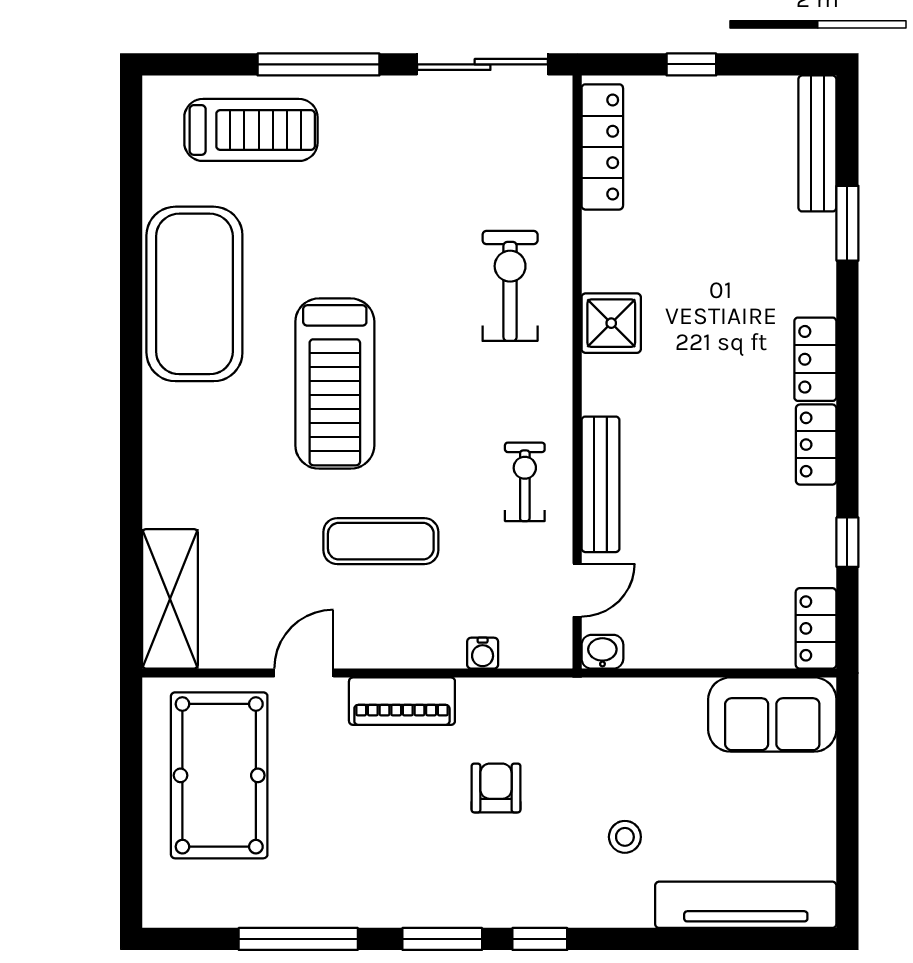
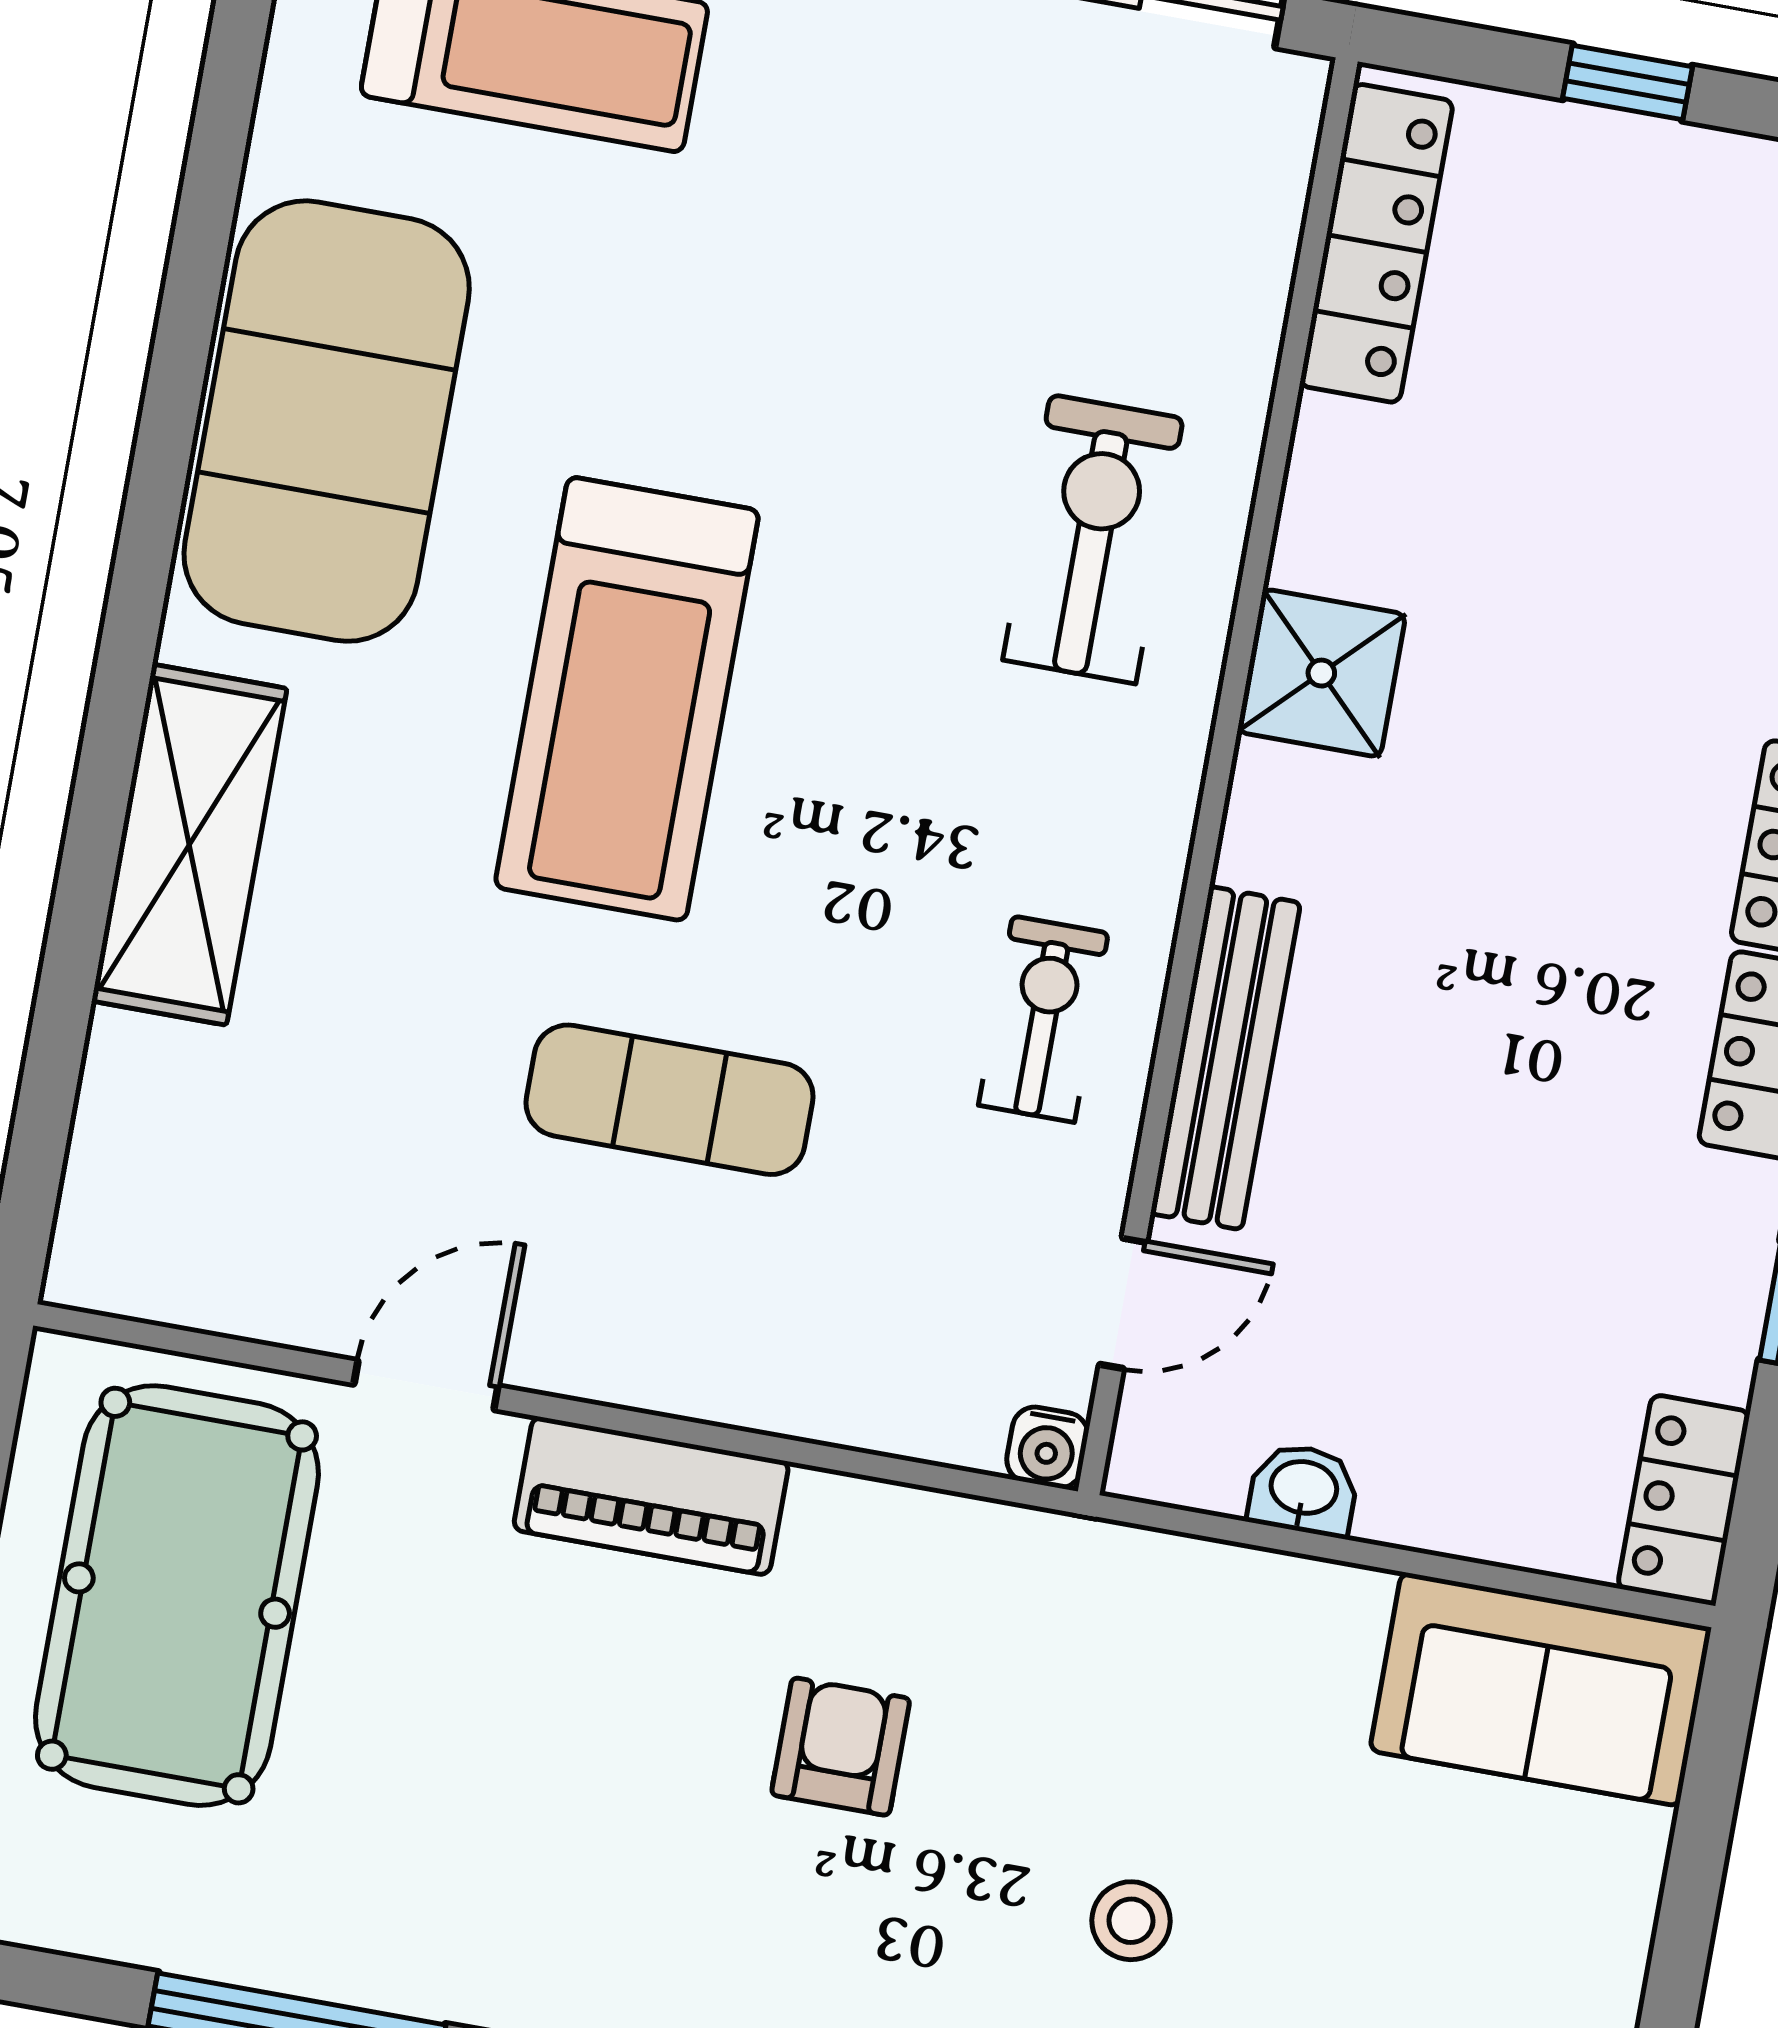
shelving: (170, 599) -> (189, 845), moved
washbasin: (602, 652) -> (1303, 1490), moved
water cooler: (483, 653) -> (1047, 1447), moved

